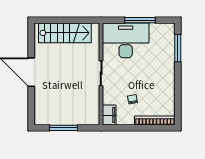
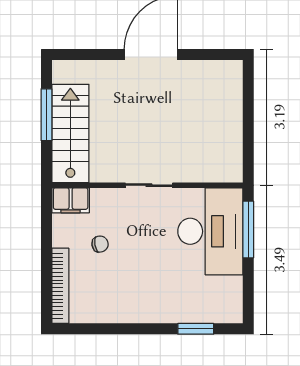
window: (140, 20) -> (248, 229), moved
stairs: (65, 33) -> (70, 133), moved, turned 180
window: (178, 48) -> (196, 329), width x0.69

